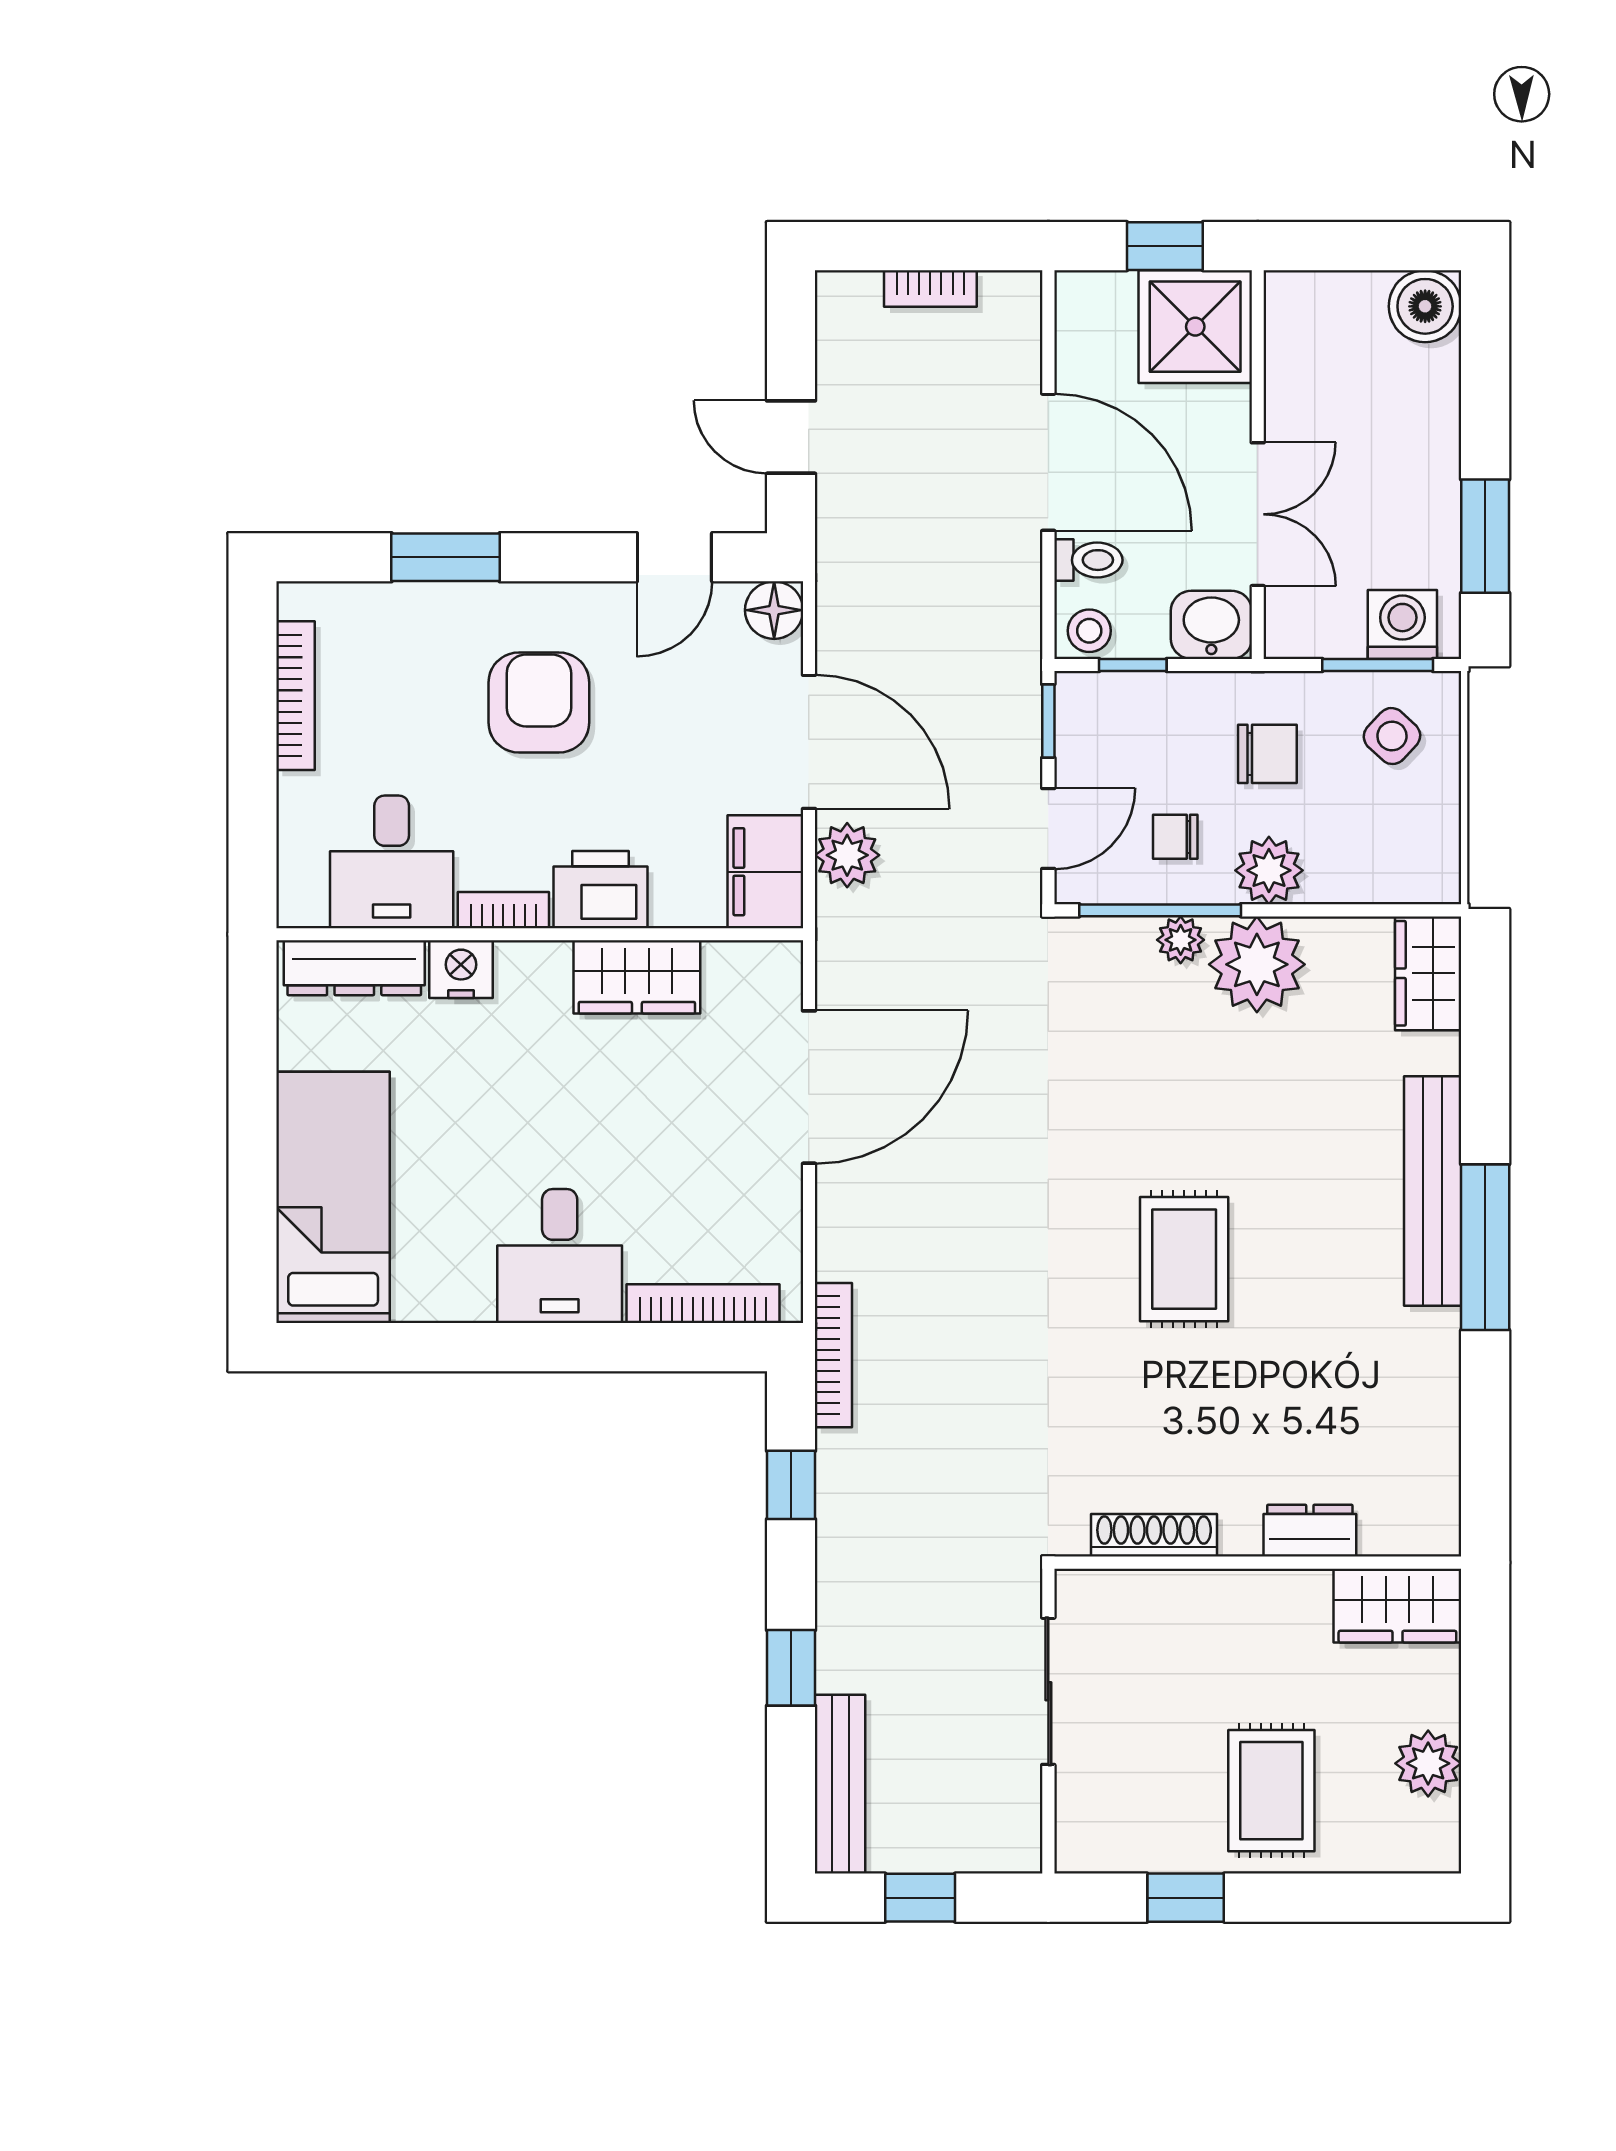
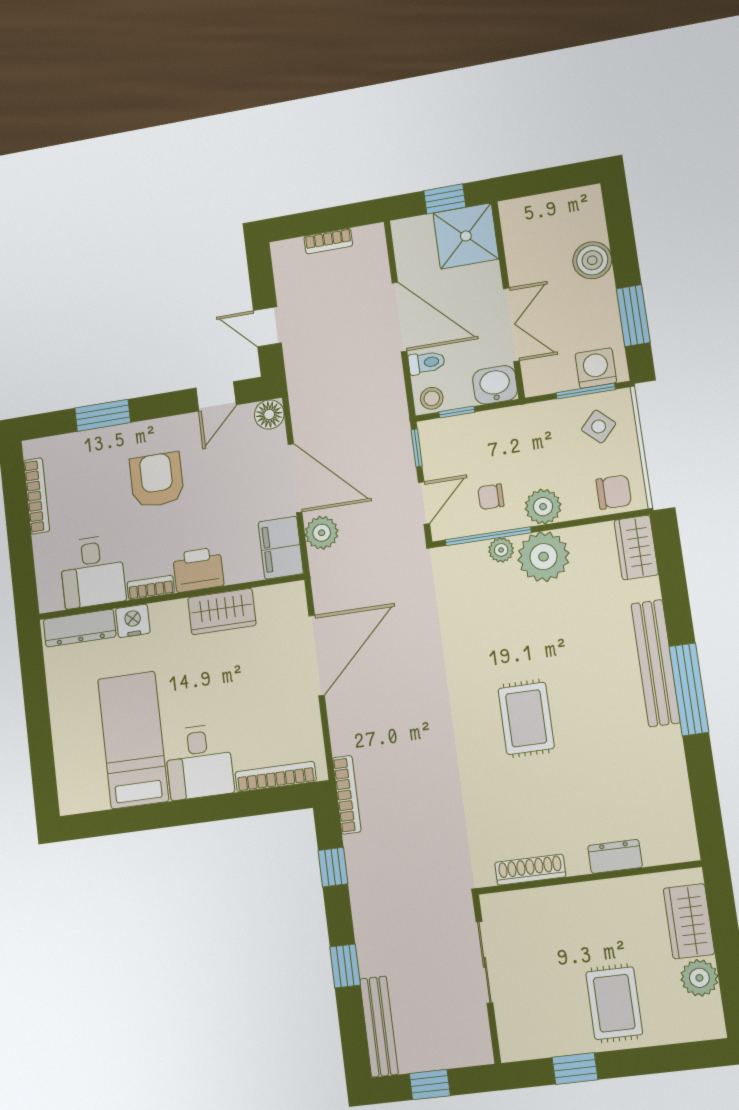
boiler: (1425, 306) -> (592, 260), moved
chair: (1267, 754) -> (614, 492), moved
bed: (333, 1197) -> (133, 740), moved
wardrobe: (1397, 1606) -> (689, 921), moved, turned 90

